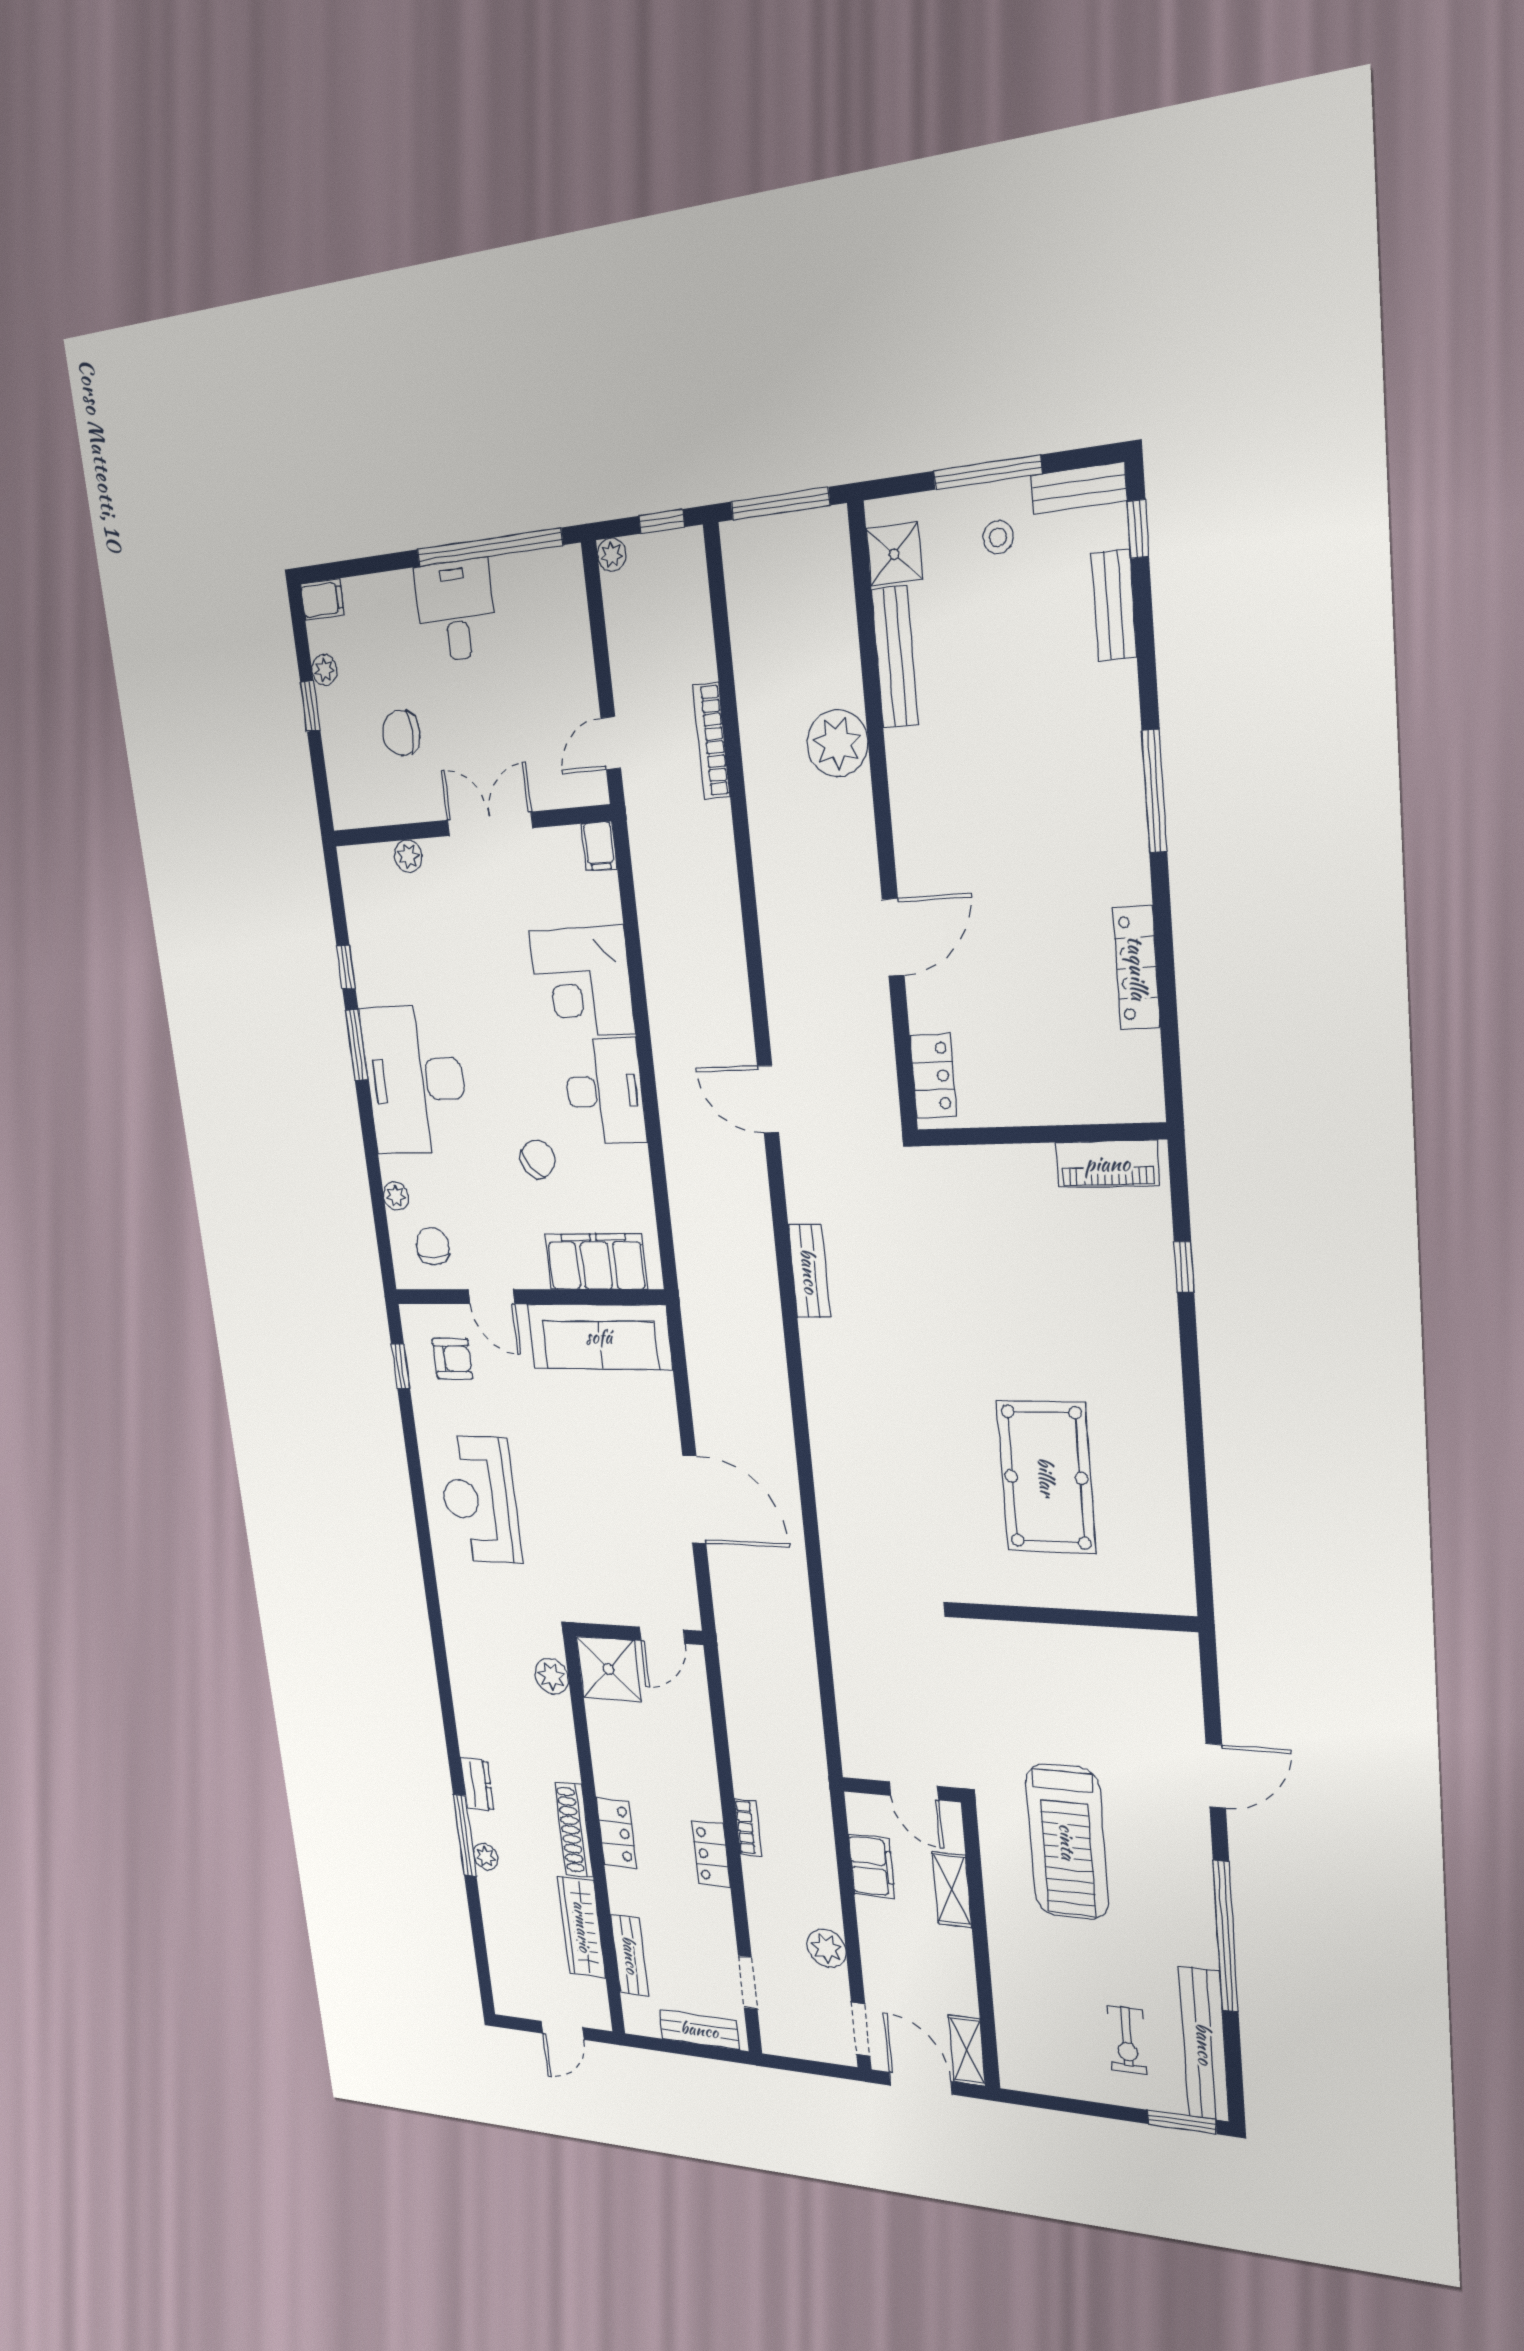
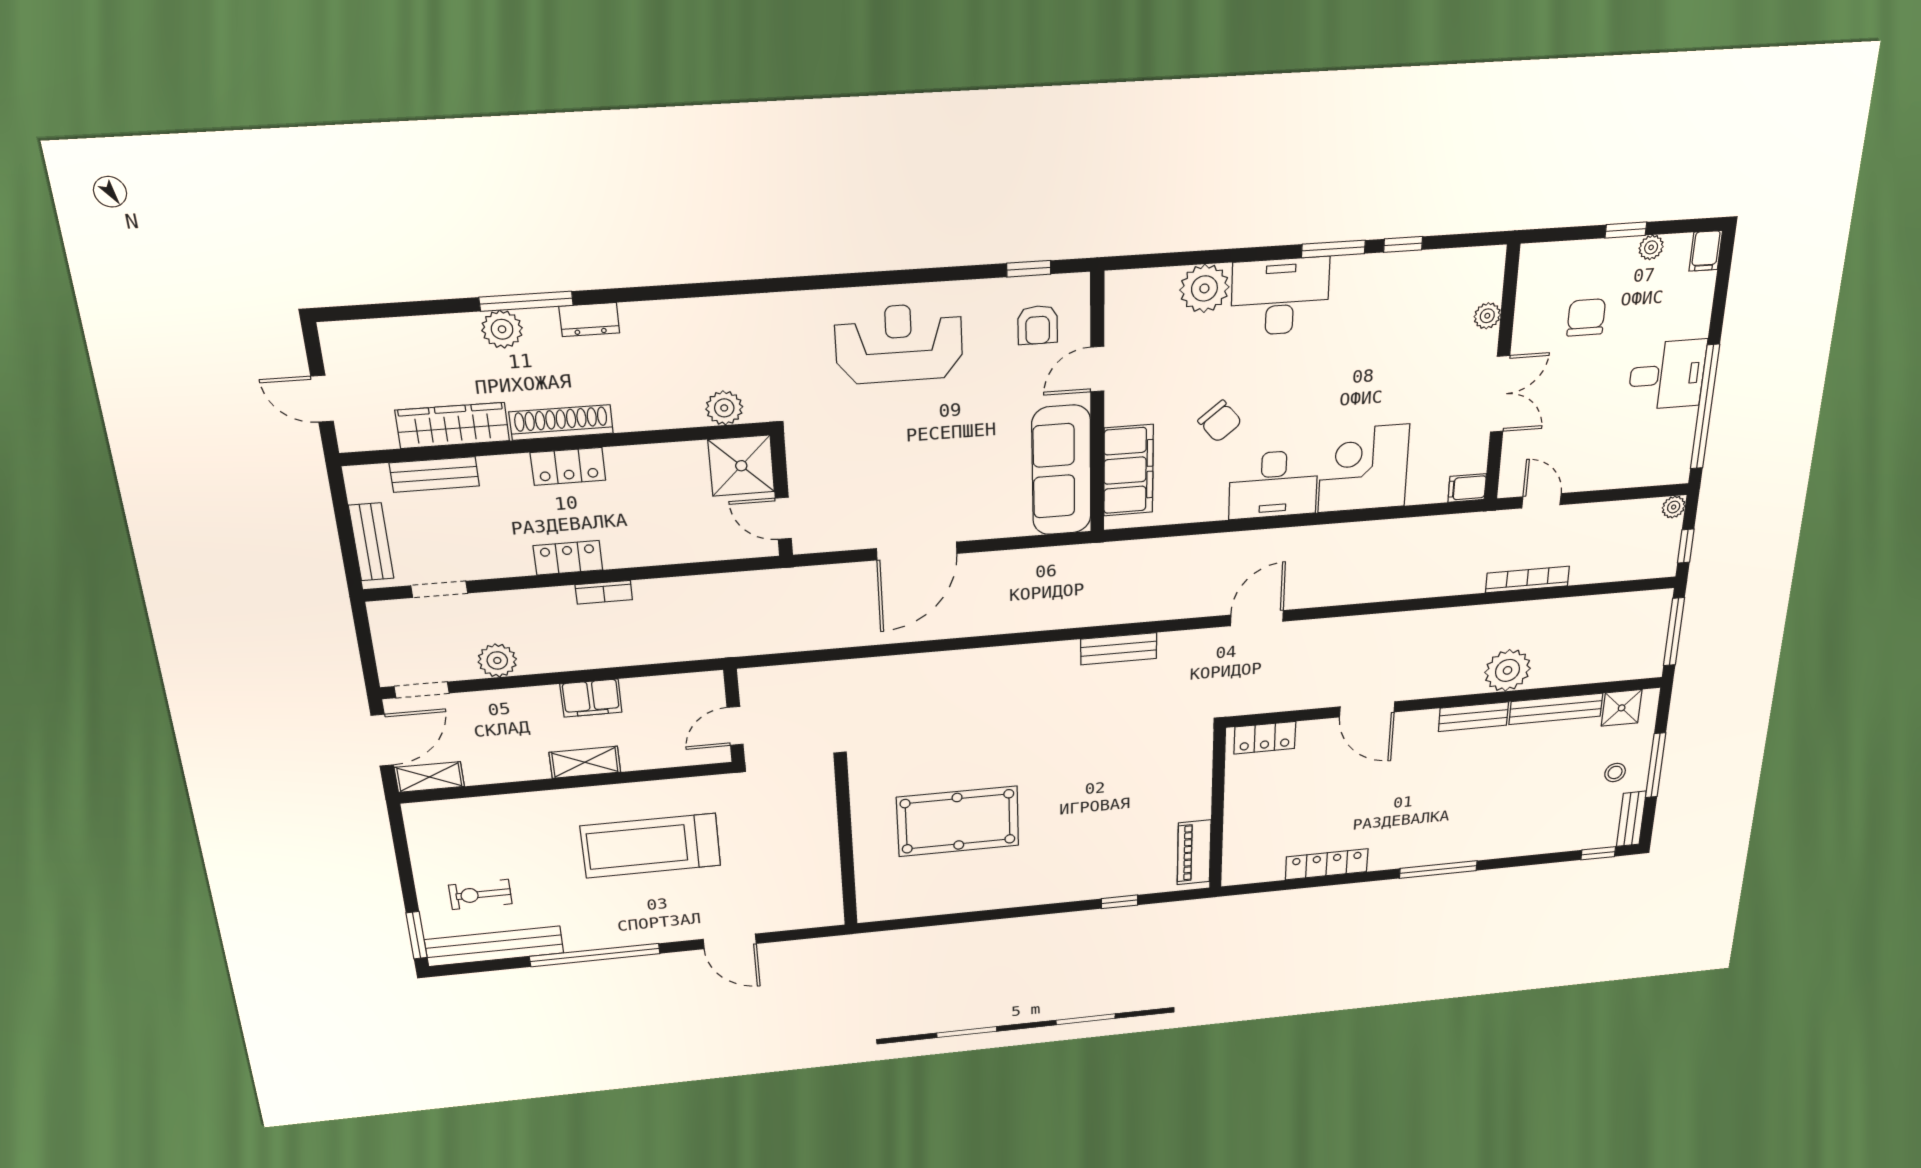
bench: (1114, 605) -> (1473, 717), moved
desk: (415, 1080) -> (1280, 297), width x0.73, depth x0.77
plant: (396, 1196) -> (1204, 288), width x1.87, depth x1.87
chair: (433, 1246) -> (1145, 312), removed
wall: (901, 1790) -> (734, 716), moved
door: (914, 1791) -> (735, 726), moved
plant: (486, 1857) -> (502, 329), width x1.38, depth x1.38

